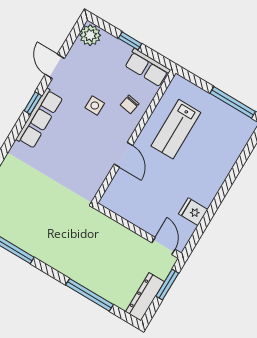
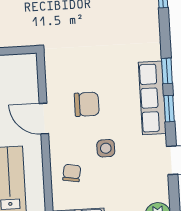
window: (17, 130) -> (167, 71), added
chair: (87, 145) -> (87, 104), added

